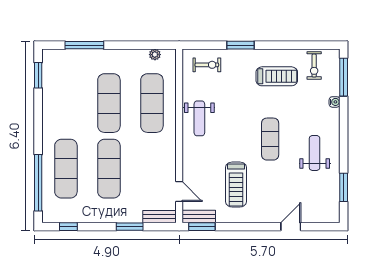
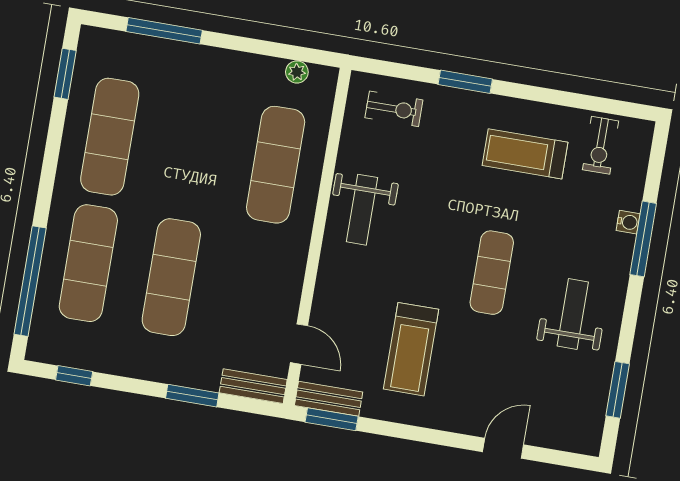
treadmill: (277, 76) -> (525, 154), turned 180
window: (344, 77) -> (643, 239), moved
exercise mat: (109, 103) -> (110, 137), moved

